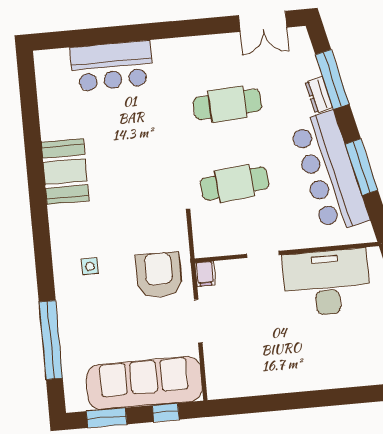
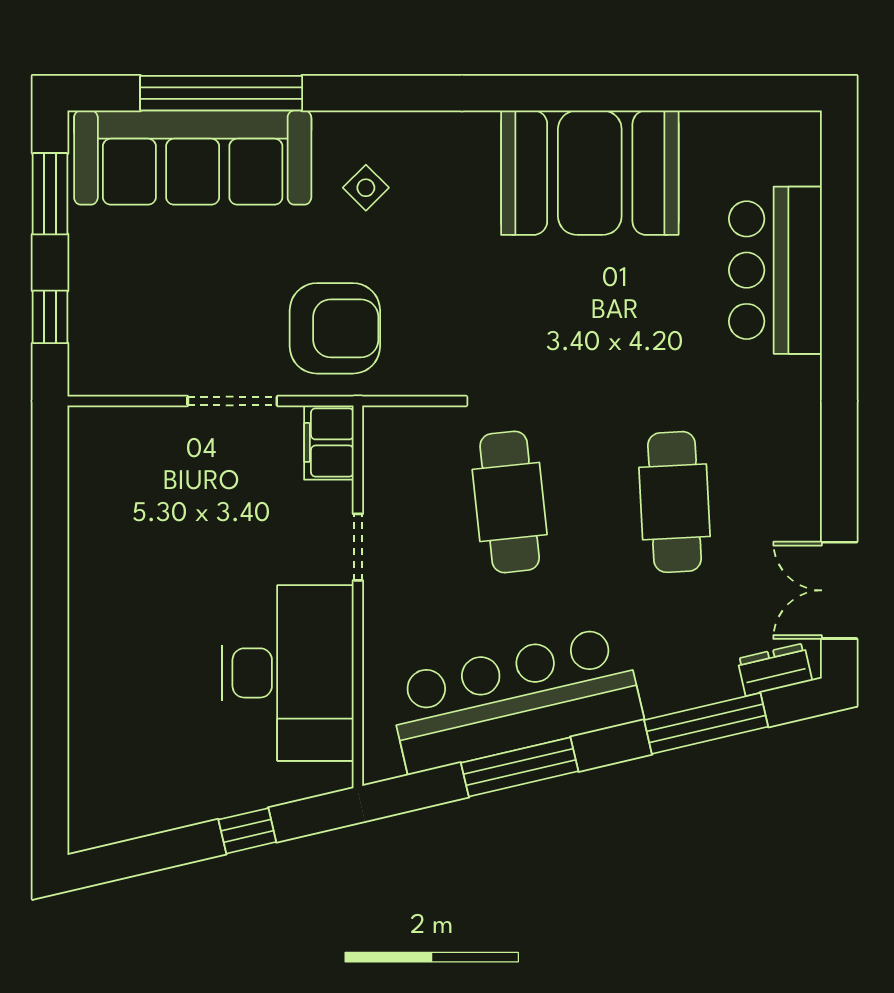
dresser: (319, 95) -> (775, 670), moved
booth: (65, 172) -> (590, 173), width x1.36, depth x1.42
side table: (90, 266) -> (366, 188), turned 45
filing cabinet: (205, 274) -> (329, 442), width x2.00
sofa: (144, 383) -> (193, 158), moved, turned 90

